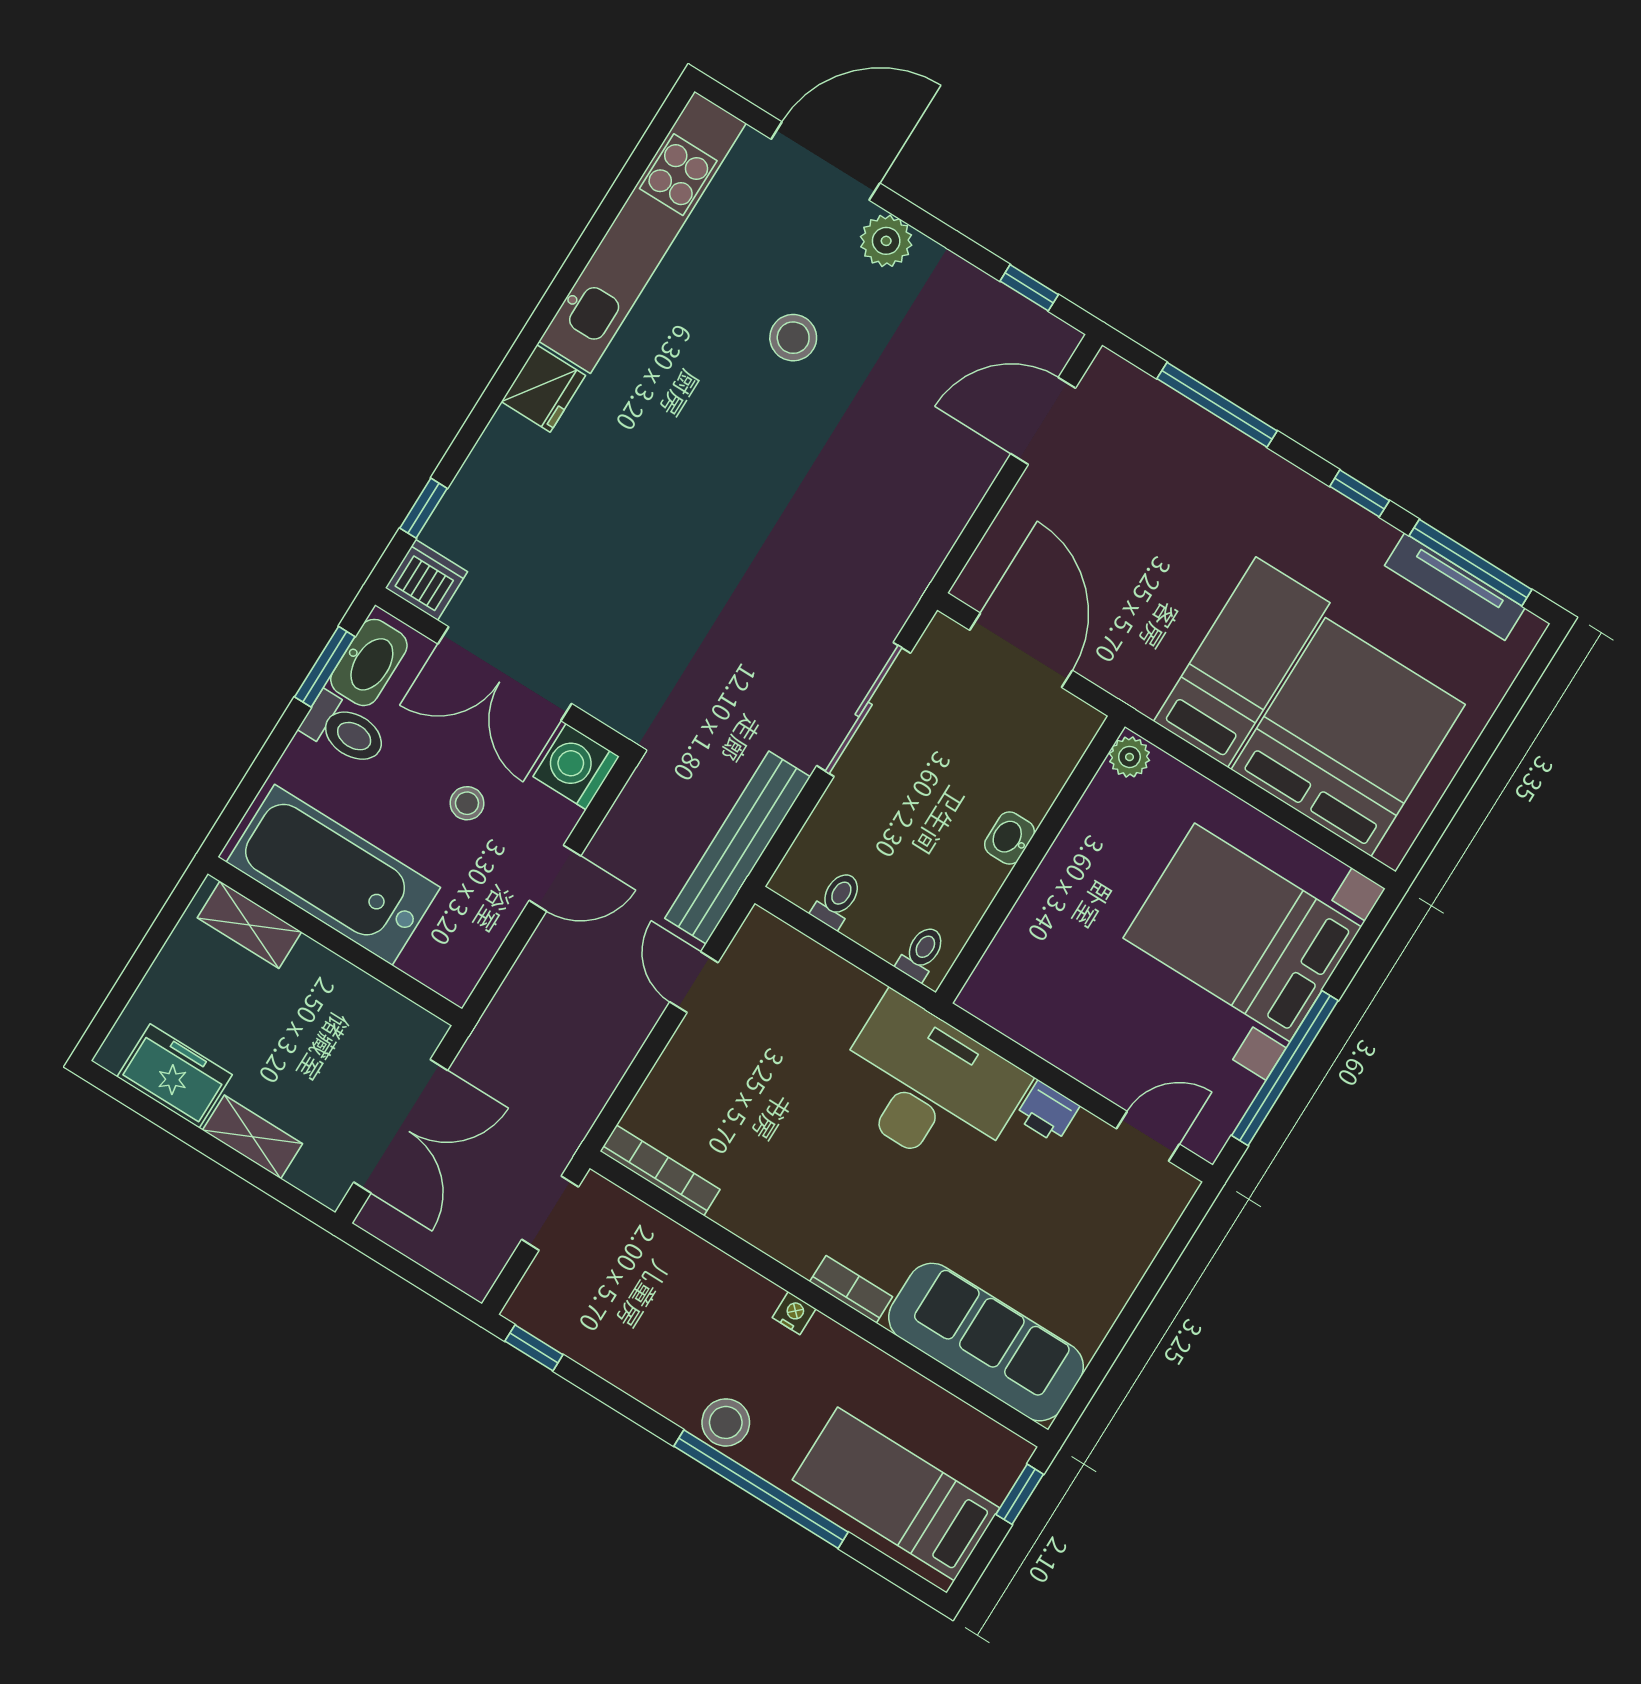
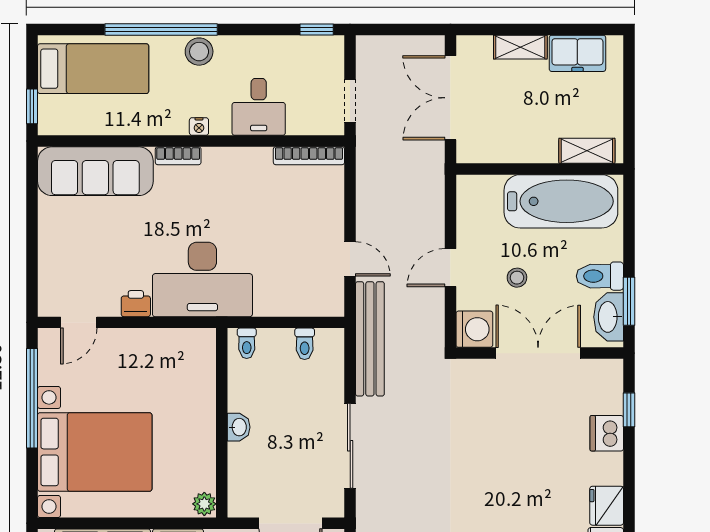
dishwasher: (426, 580) -> (607, 433), moved, turned 90
desk: (689, 1287) -> (259, 107), added

